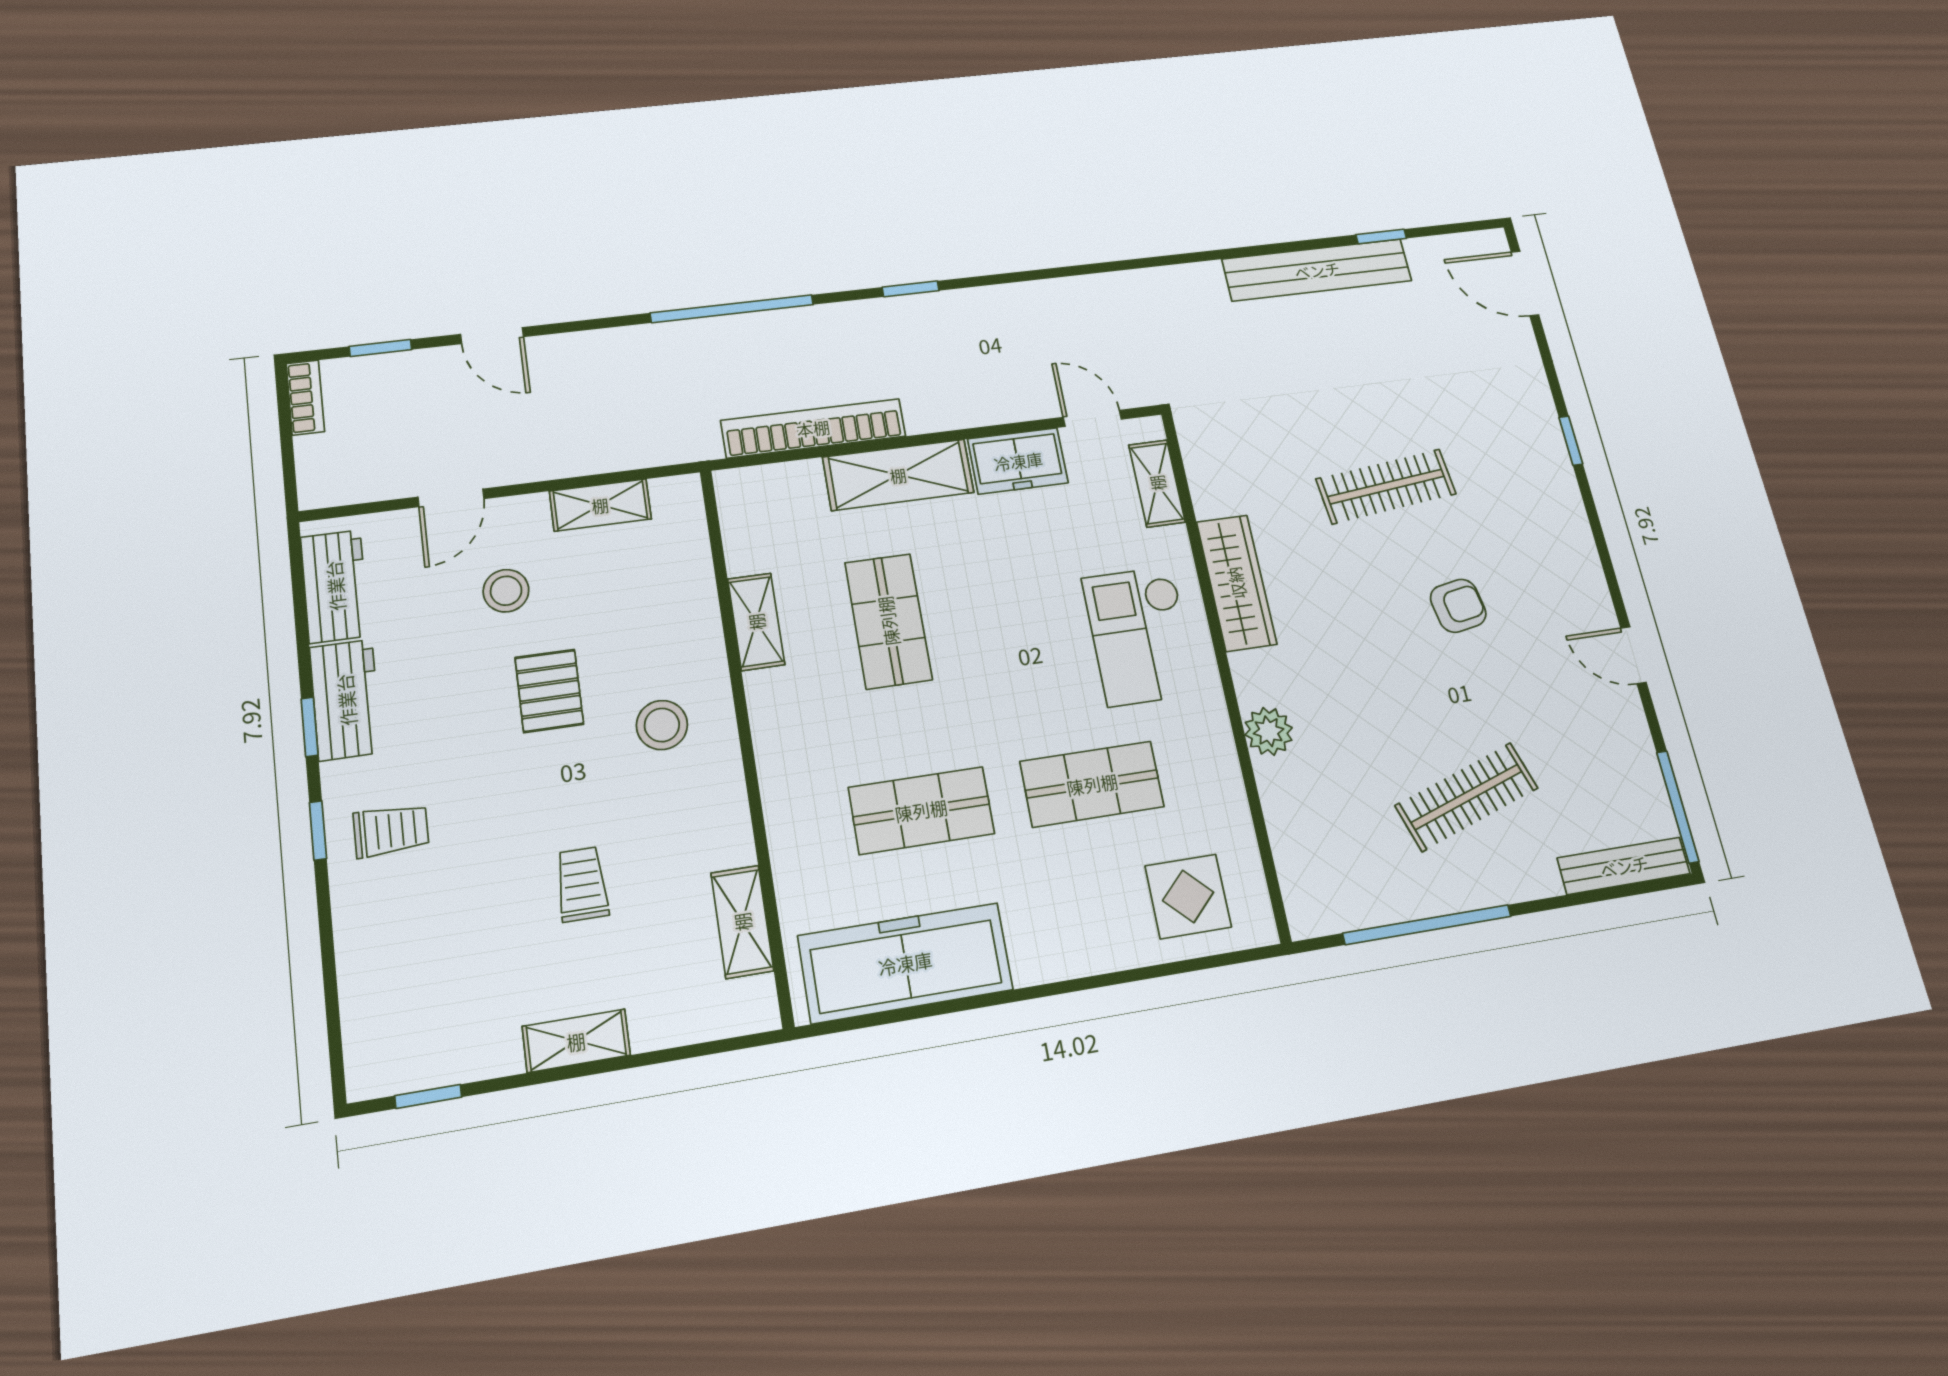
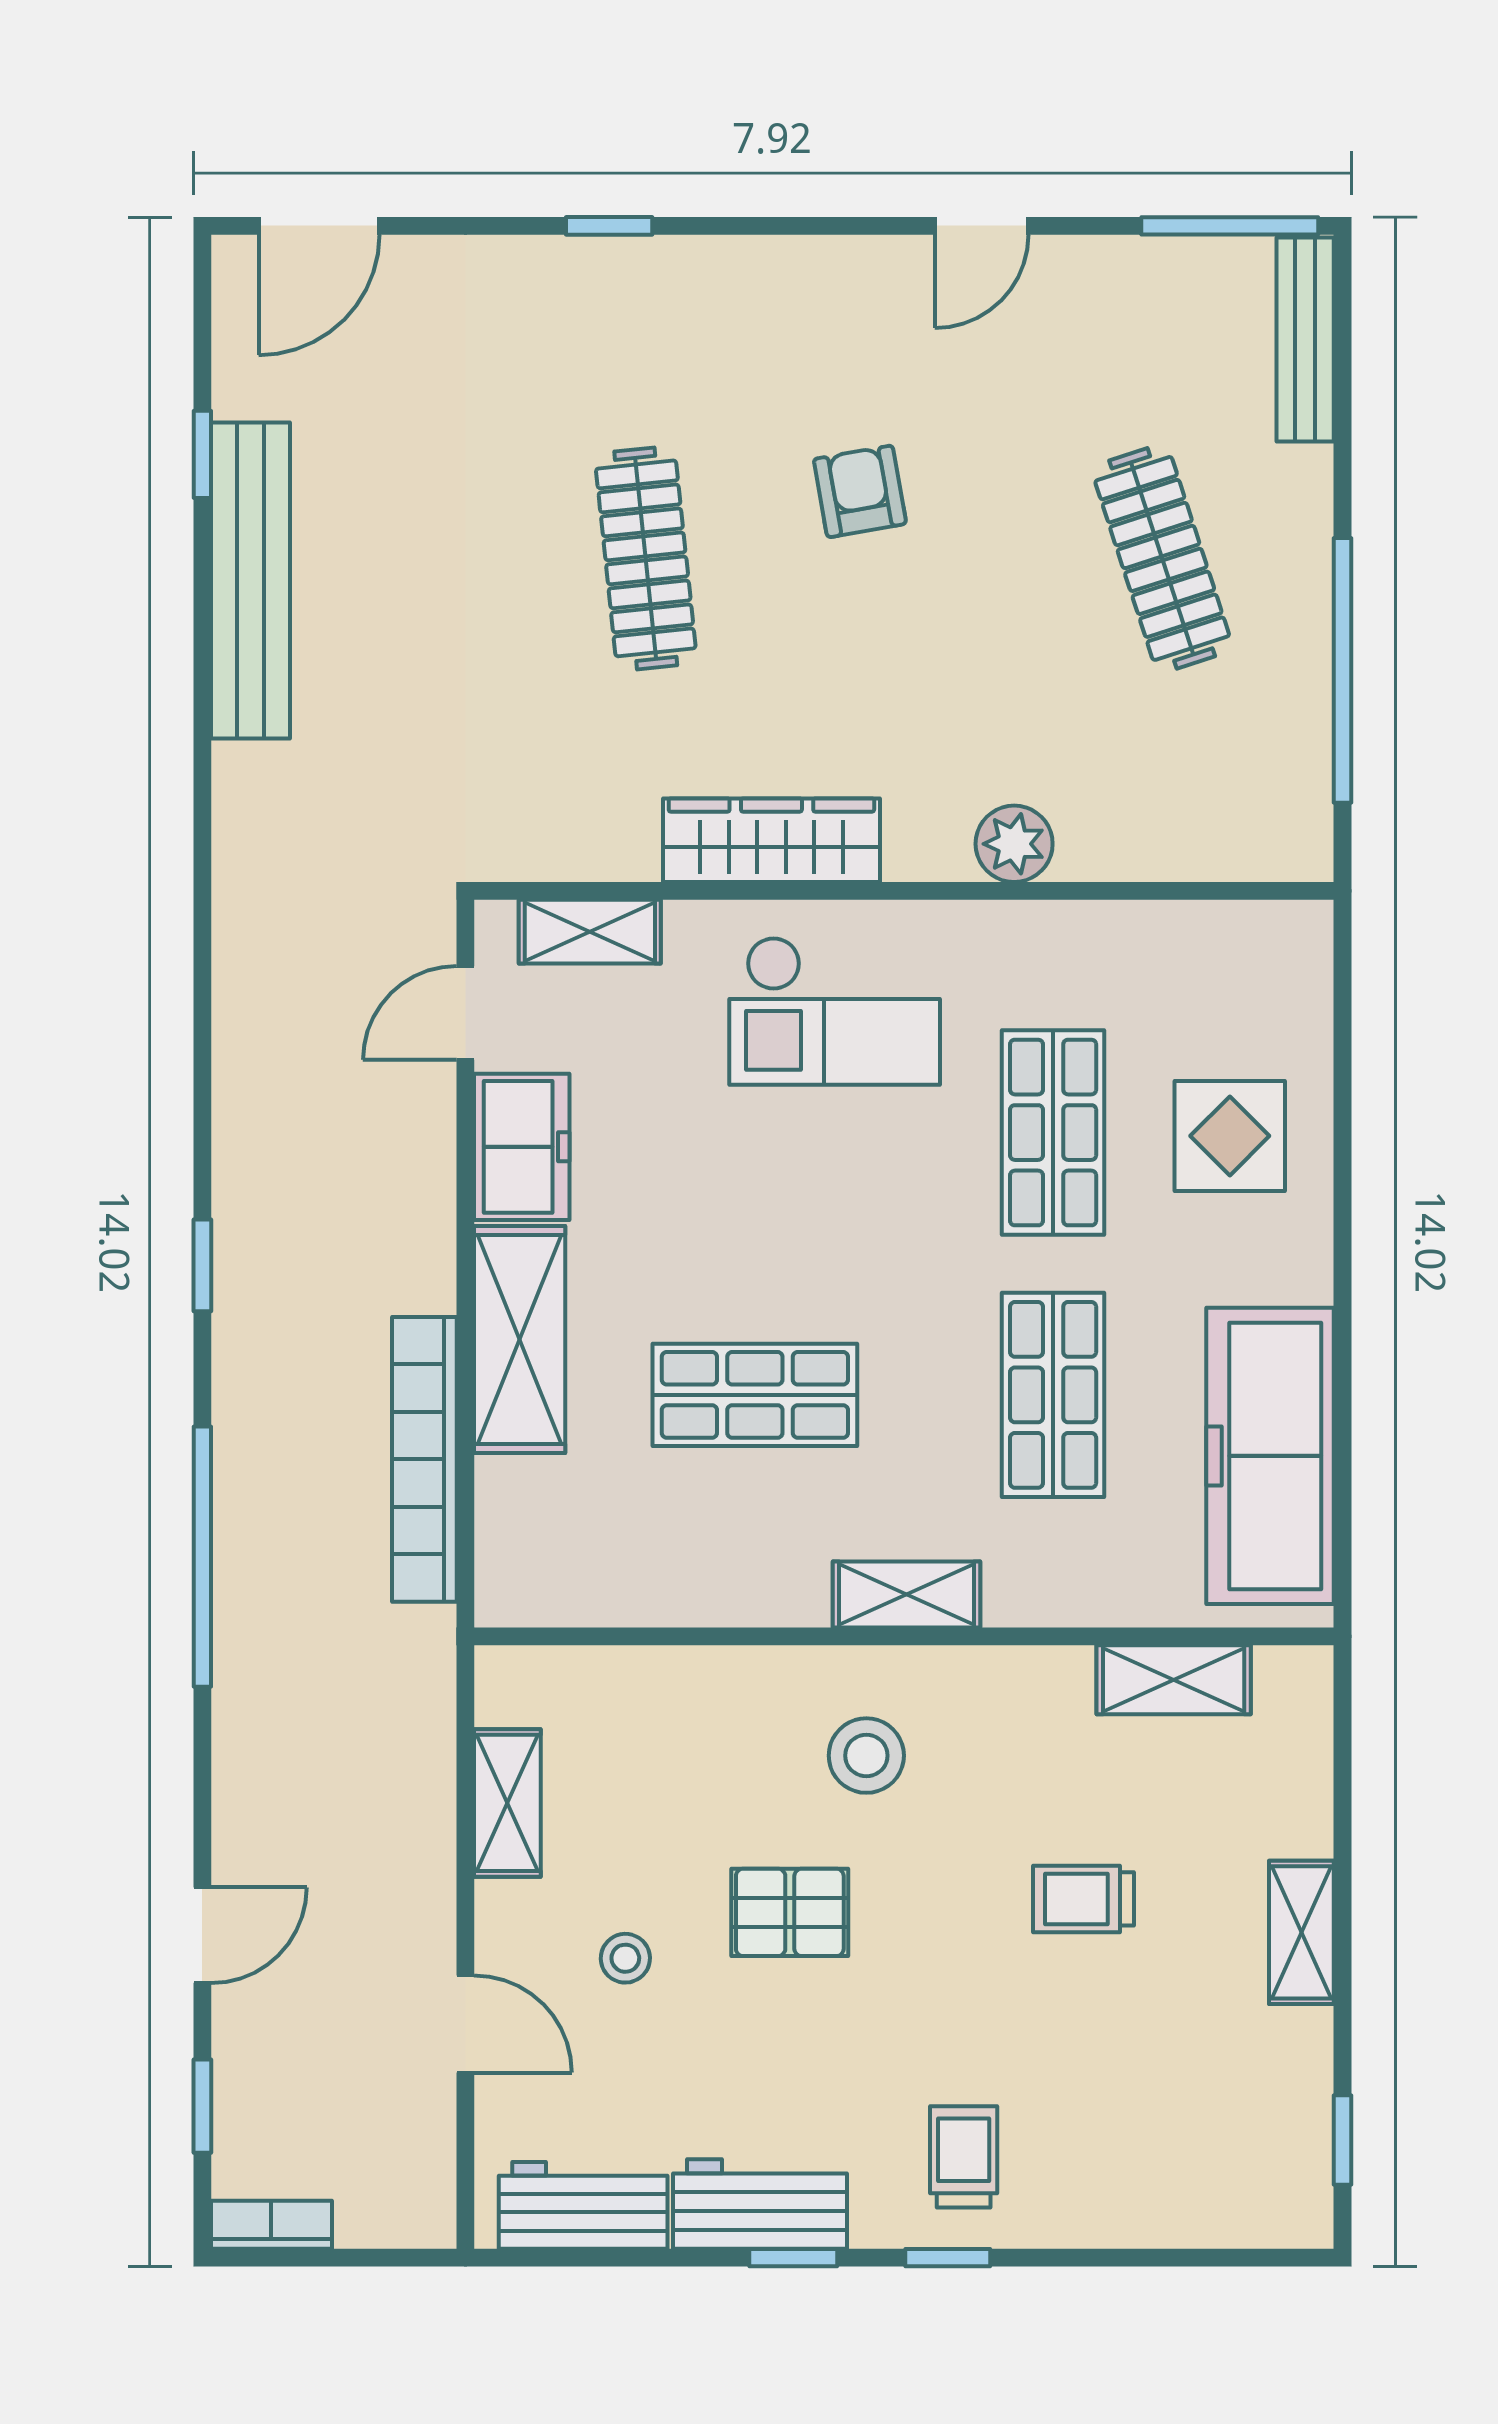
stool: (506, 591) -> (625, 1958), width x0.73, depth x0.73
shelving: (756, 622) -> (906, 1595), moved
display table: (1188, 896) -> (1230, 1136), moved

